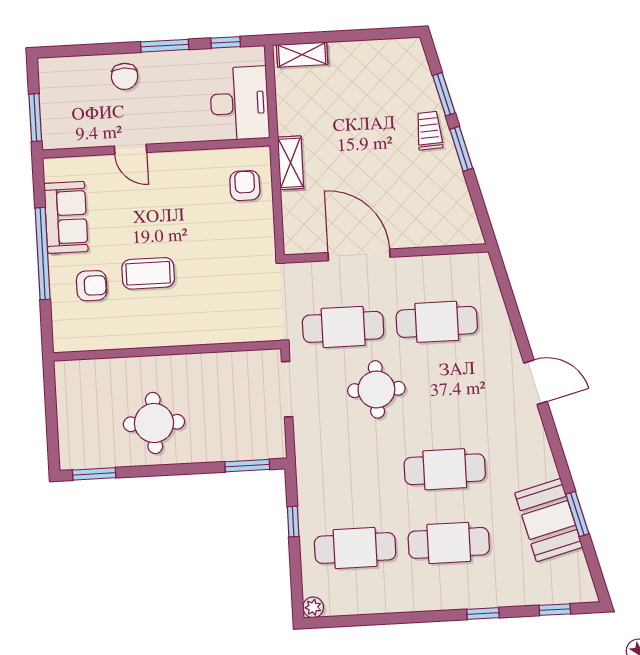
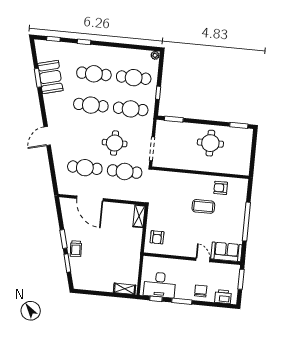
printer: (71, 71) -> (223, 297), added
desk: (239, 103) -> (160, 285), moved, turned -90
shelving: (291, 163) -> (139, 216), moved
sofa: (66, 217) -> (226, 252), moved, turned 90
door: (359, 255) -> (90, 199), moved
armchair: (92, 286) -> (221, 188), moved
door: (536, 382) -> (47, 136), hinge flipped
cafe table: (351, 474) -> (131, 109), added

